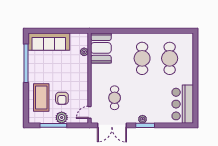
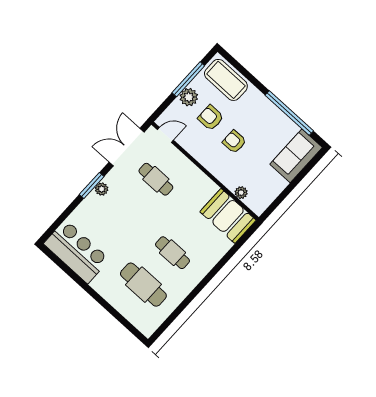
sofa: (49, 42) -> (296, 156), width x0.73
cafe table: (142, 58) -> (172, 253), width x0.73, depth x0.74
armchair: (63, 77) -> (234, 142), added
coffee table: (41, 97) -> (226, 80), moved
door: (89, 112) -> (165, 135), hinge flipped

